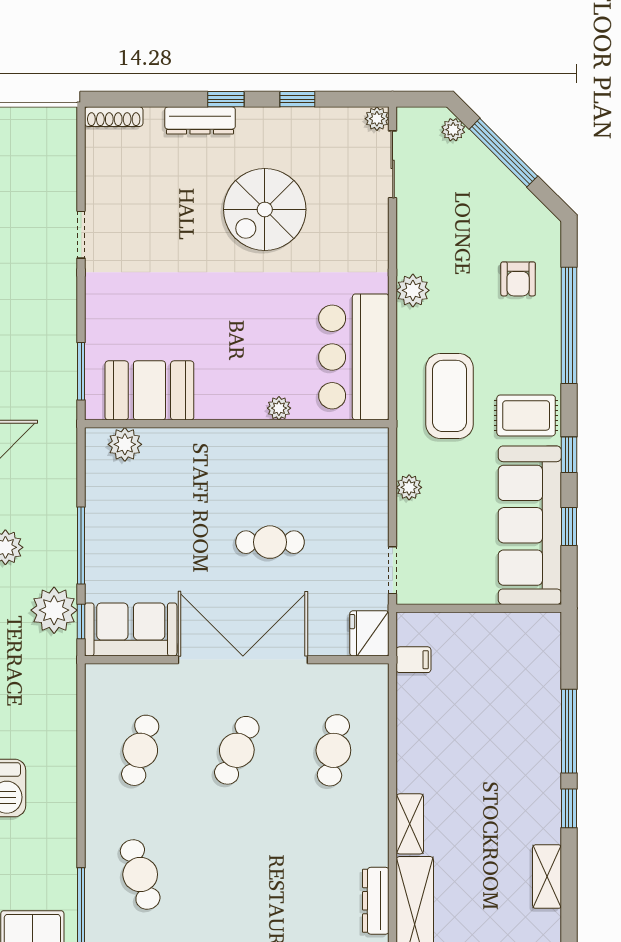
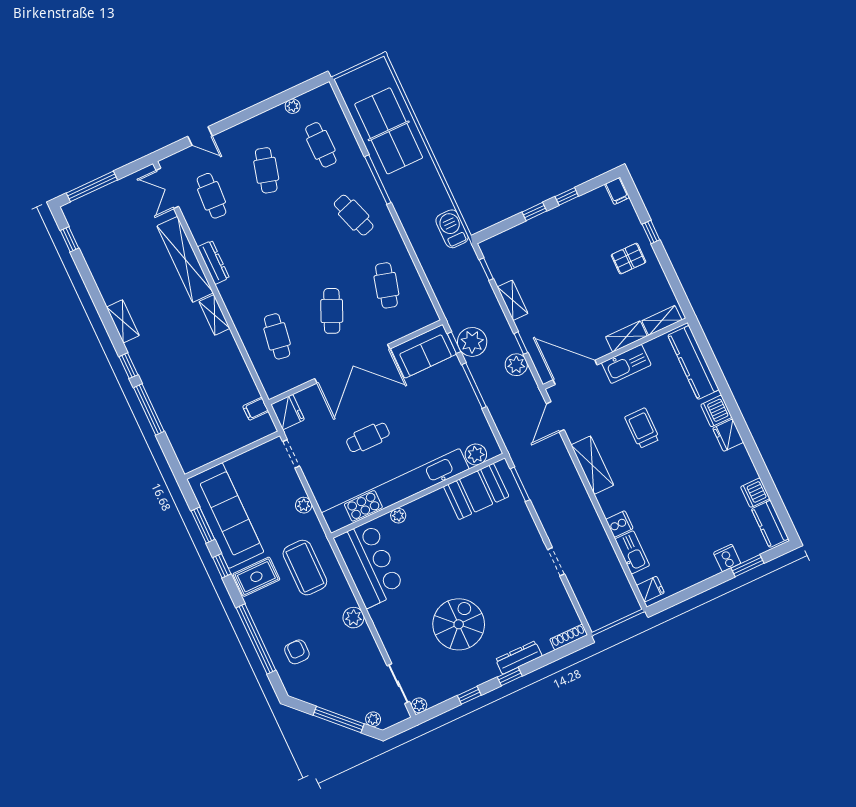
kitchen unit: (267, 446) -> (395, 491), added
window: (569, 527) -> (203, 525), width x1.50

